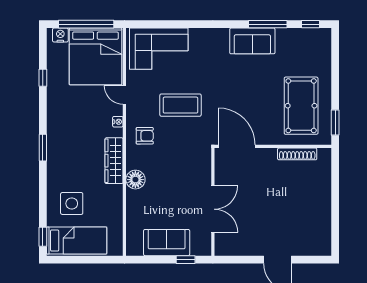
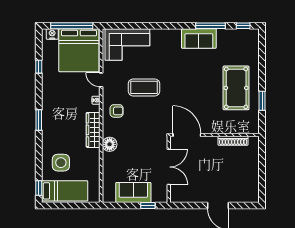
door: (237, 146) -> (187, 135), moved
wall: (273, 146) -> (215, 135), moved
shoe rack: (297, 154) -> (233, 141), moved

